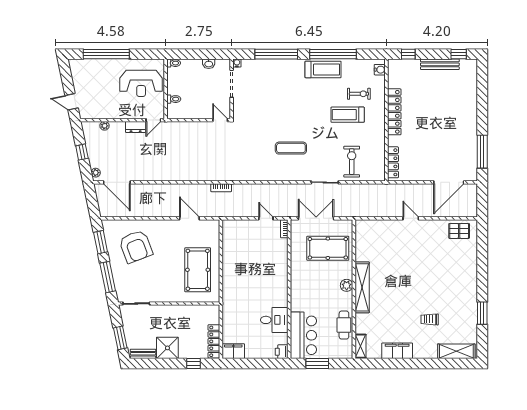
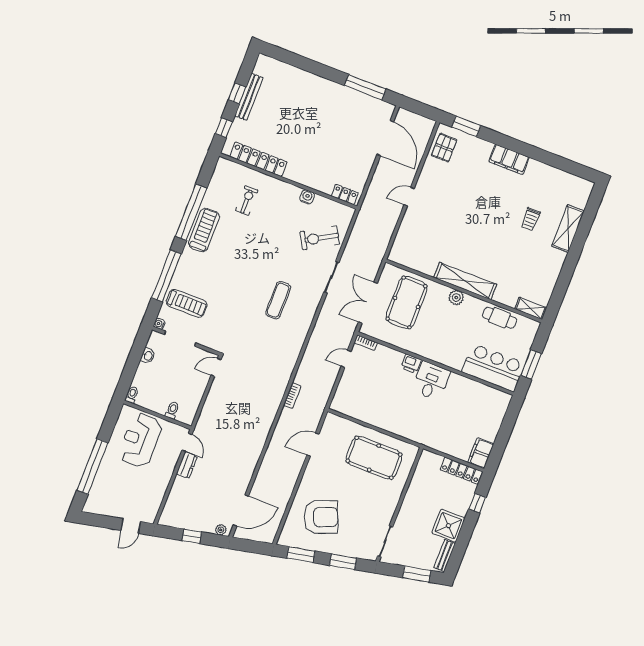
window: (459, 54) -> (237, 93), moved
water cooler: (380, 70) -> (307, 197), moved
reception desk: (141, 83) -> (140, 440), turned 180
locker: (394, 112) -> (258, 159), moved
treadmill: (348, 115) -> (187, 303), moved, turned -90
plant: (105, 126) -> (172, 500), removed
exercise bike: (352, 162) -> (320, 238), turned -30
locker: (393, 162) -> (345, 195), width x0.66
window: (108, 277) -> (343, 562), width x0.69
window: (482, 313) -> (466, 126), moved
desk: (274, 320) -> (431, 381), moved
filing cabinet: (397, 351) -> (509, 159), moved, turned -90
shelving: (456, 351) -> (568, 229), moved
printer: (282, 352) -> (411, 364), moved

